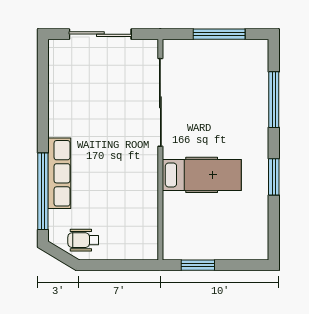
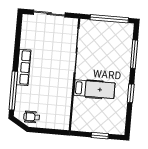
window: (219, 34) -> (109, 19), width x1.46
row of seats: (59, 173) -> (24, 67), moved
window: (198, 265) -> (100, 136), moved

